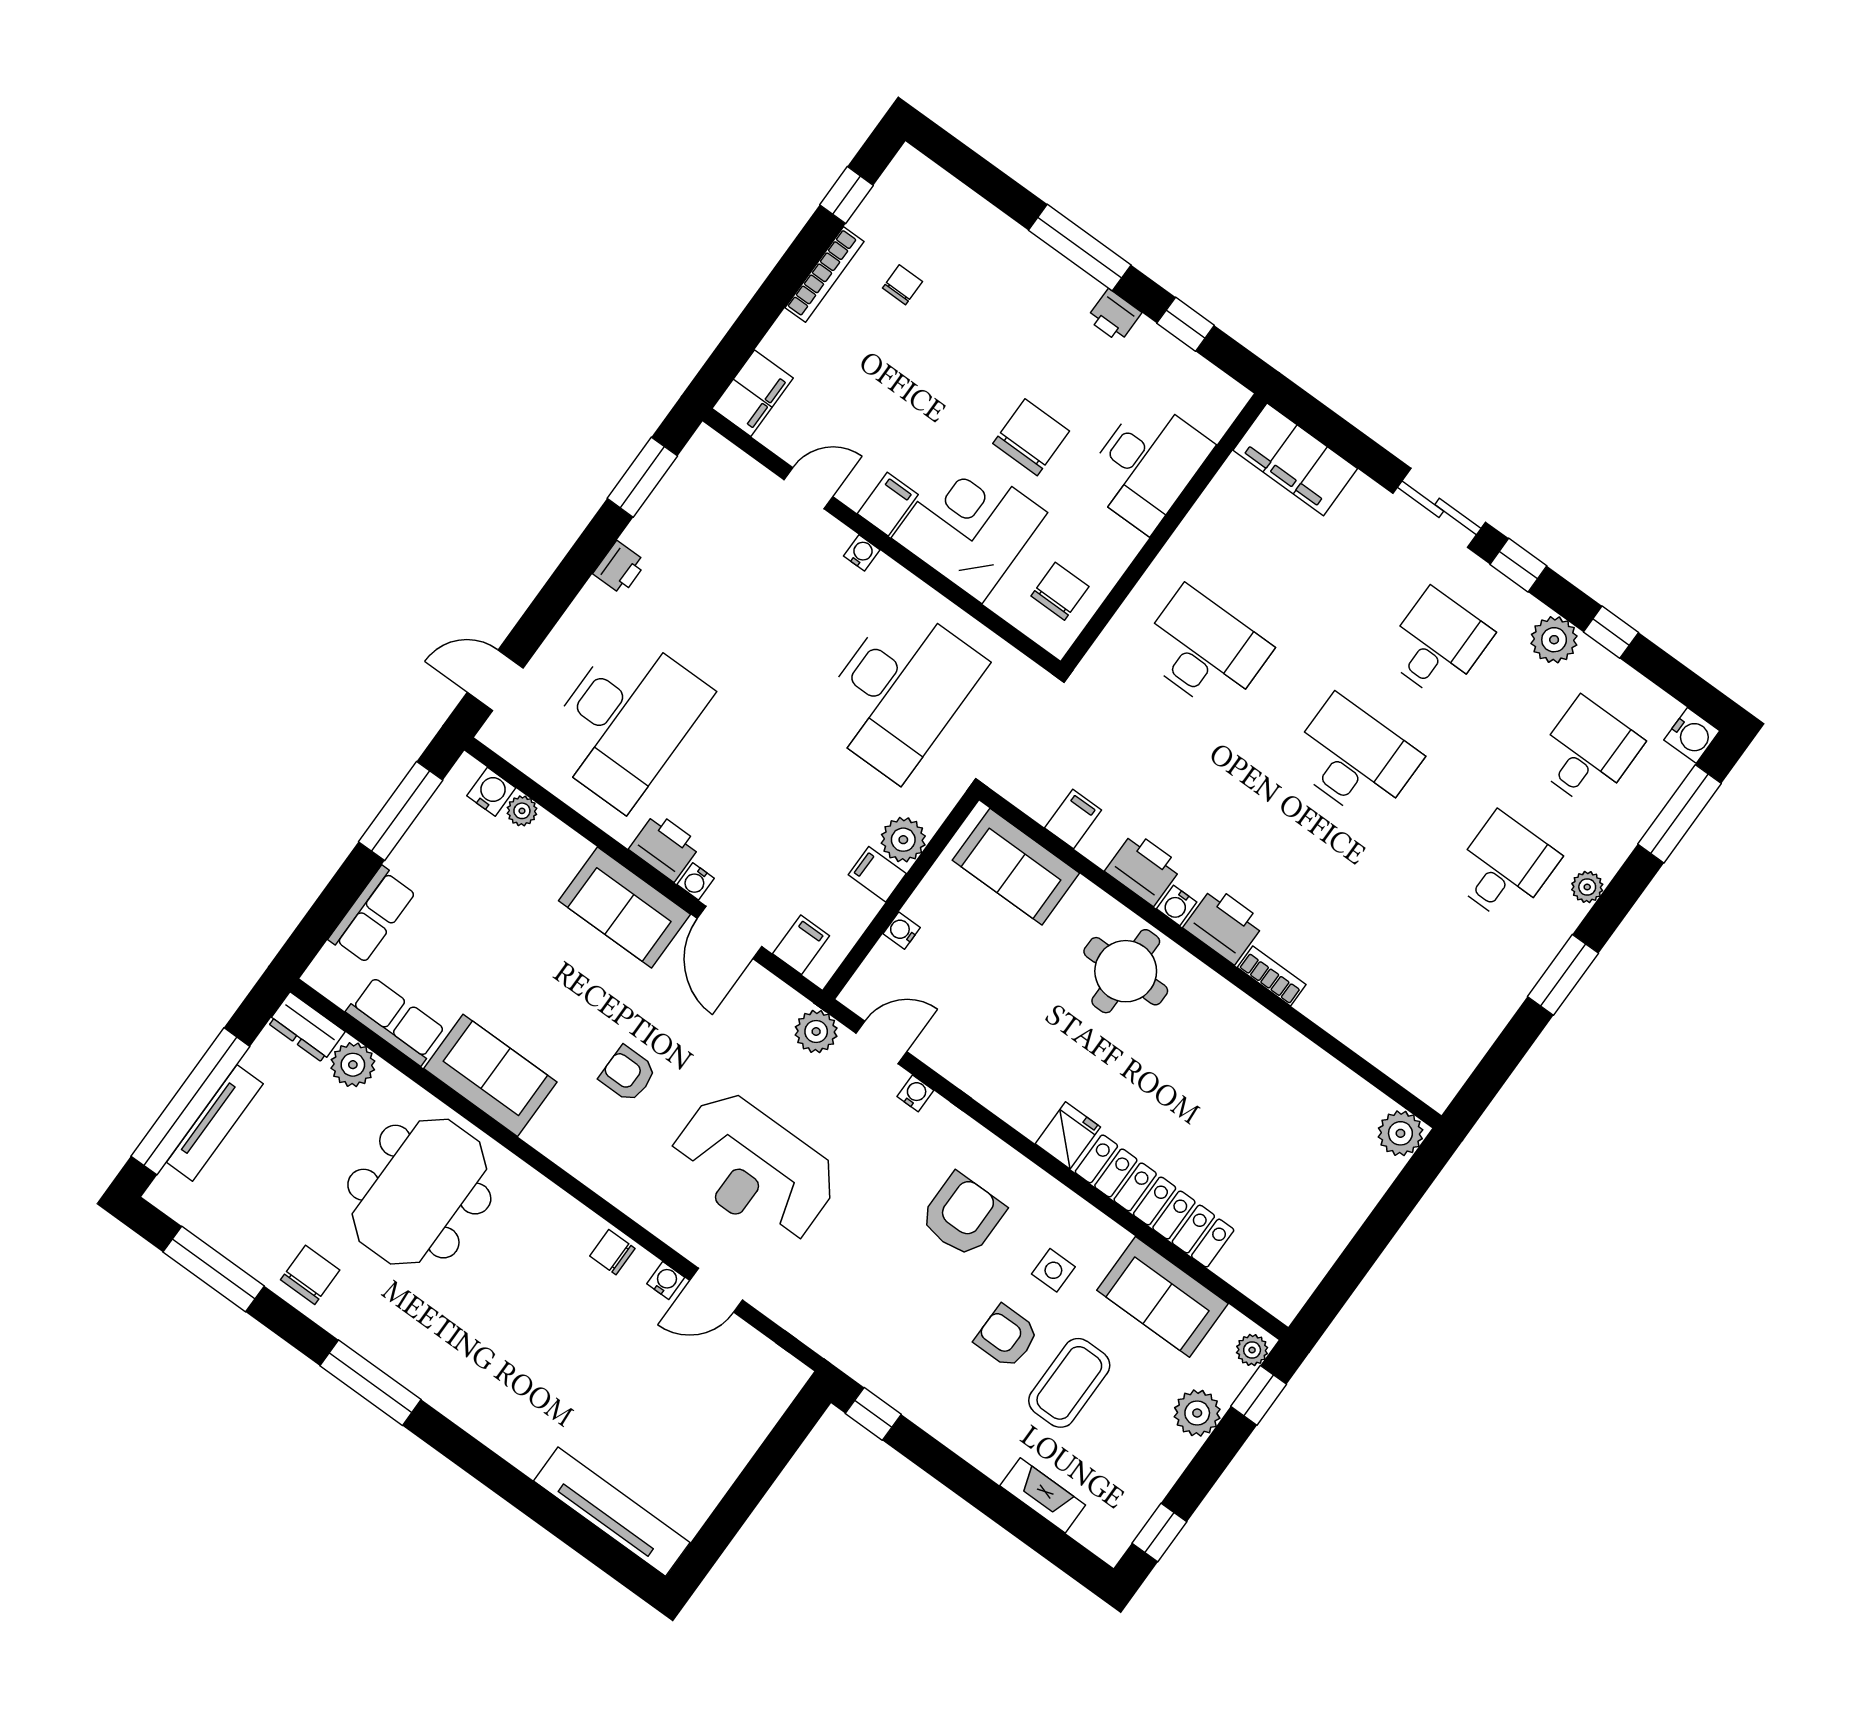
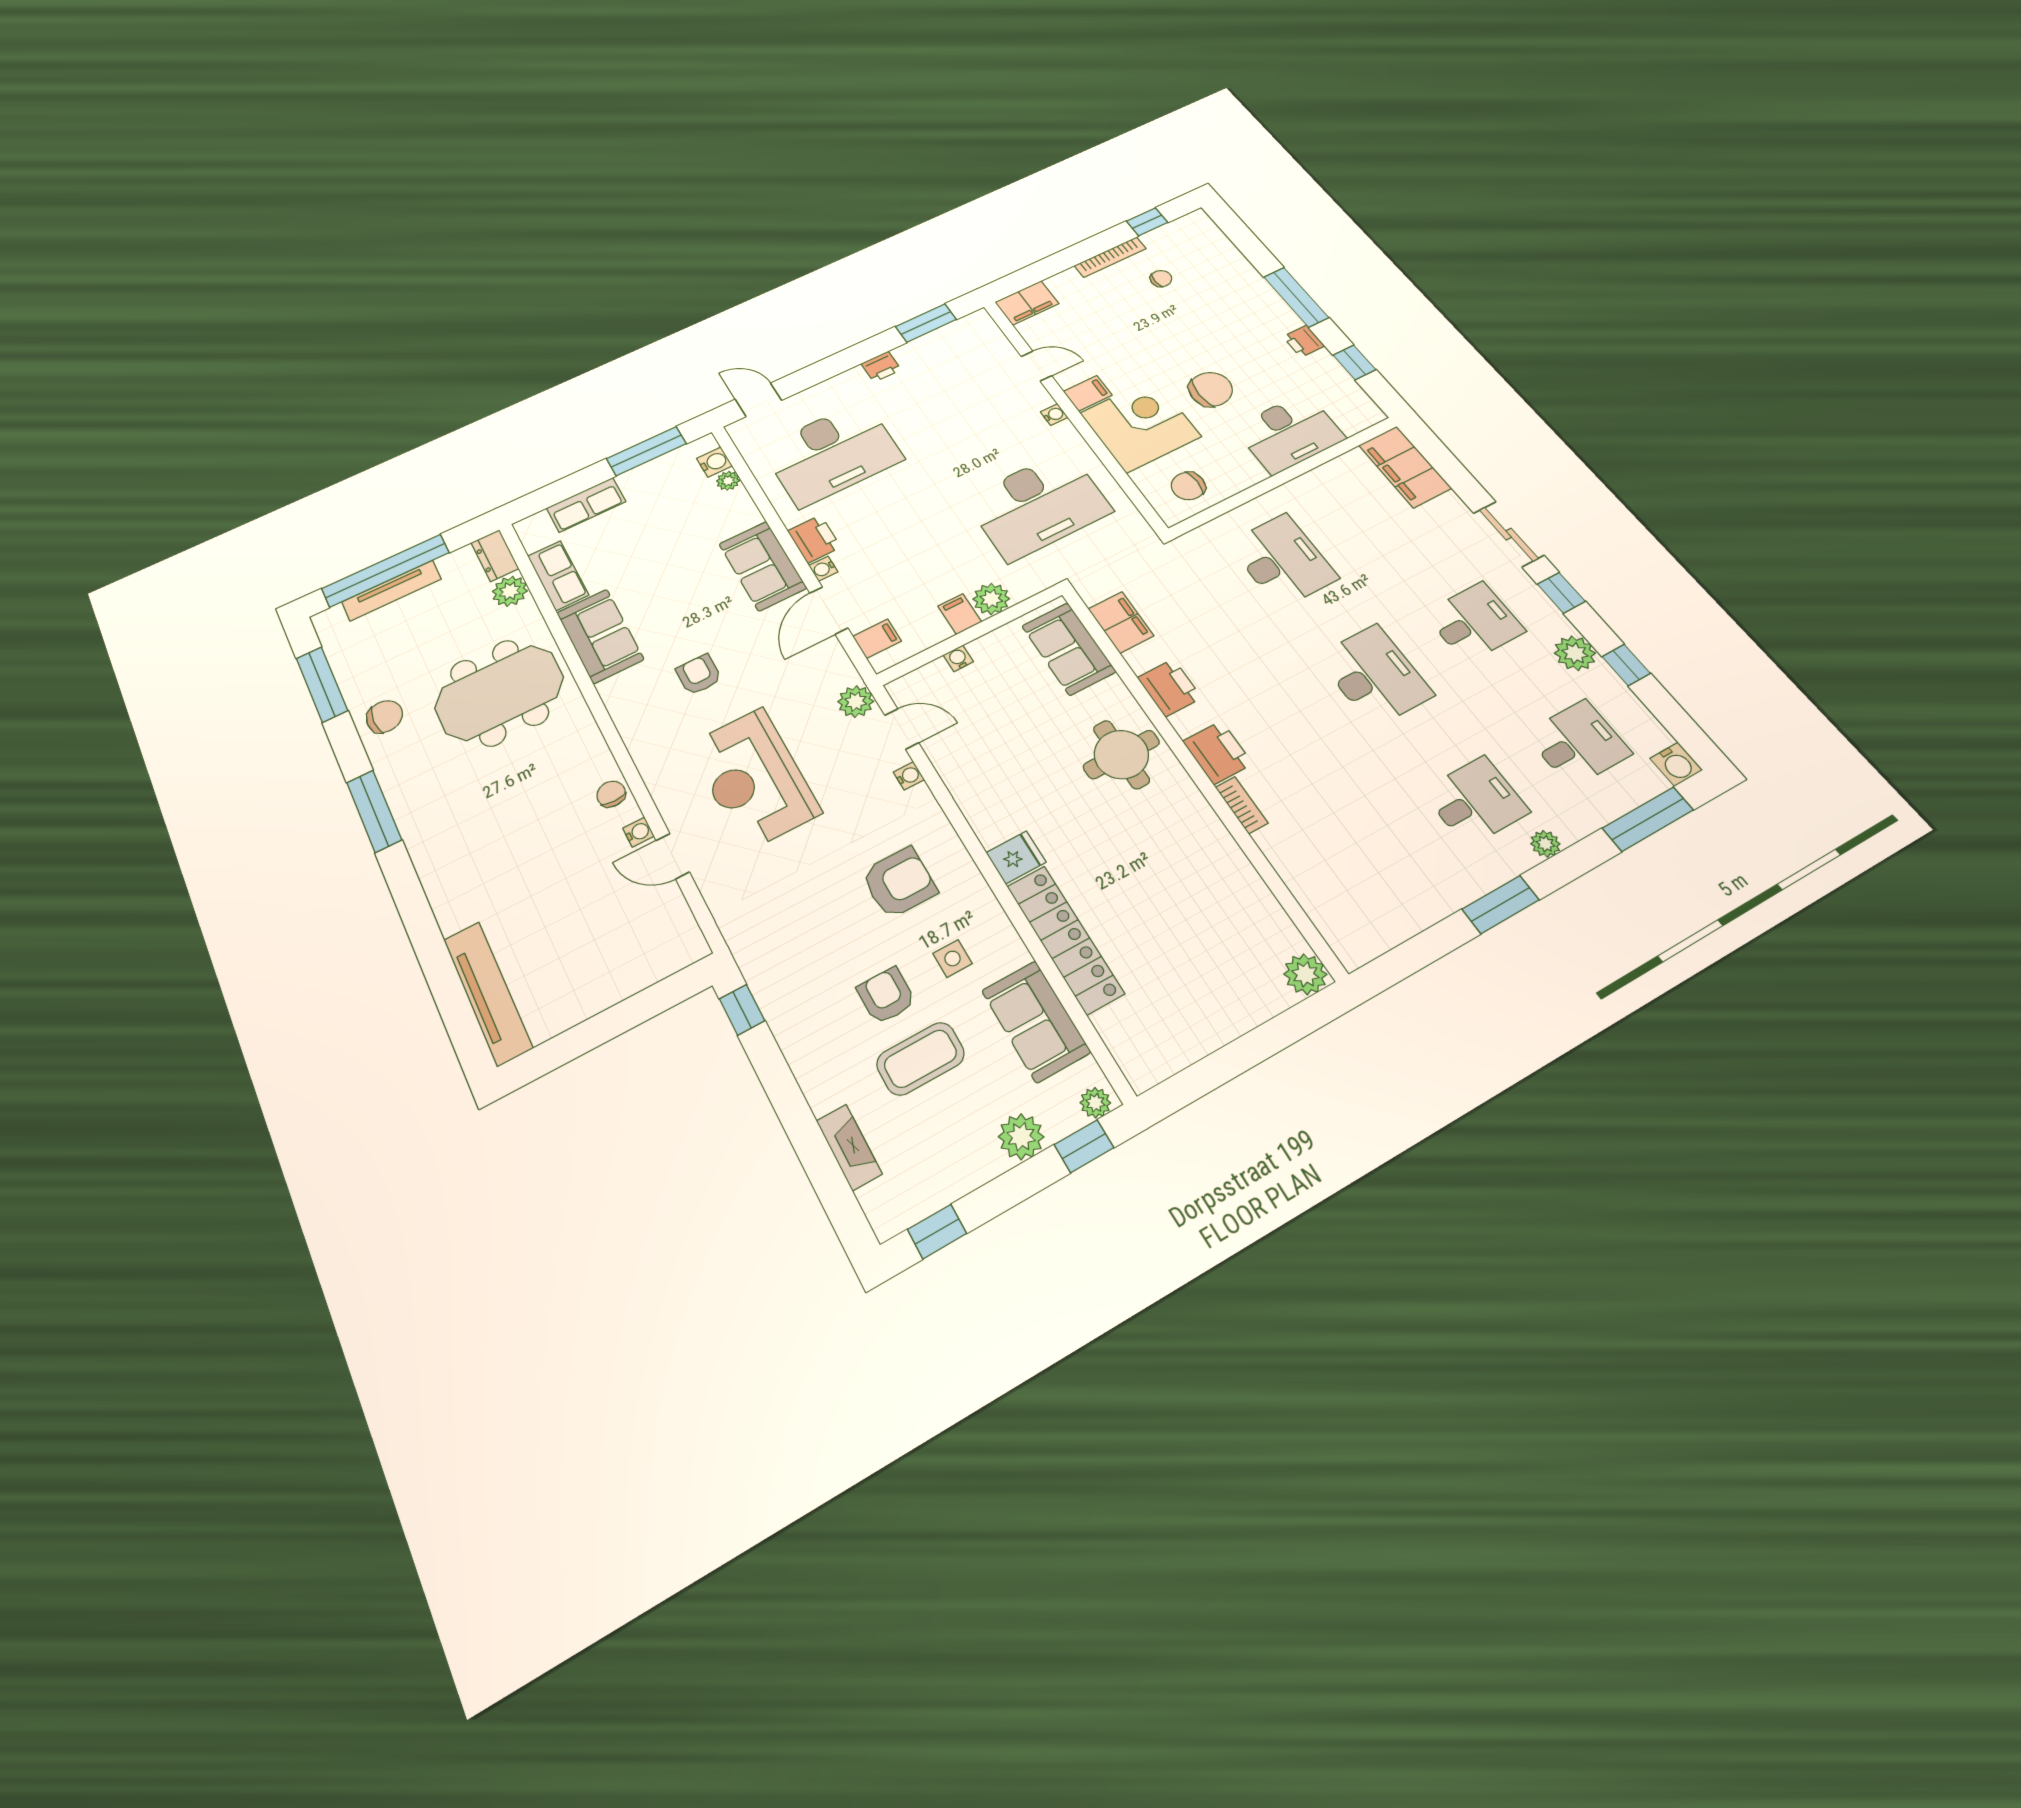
chair: (1060, 591) -> (1188, 486), turned 180
filing cabinet: (1073, 819) -> (1121, 622), width x2.00
water cooler: (1177, 905) -> (1184, 724), removed

